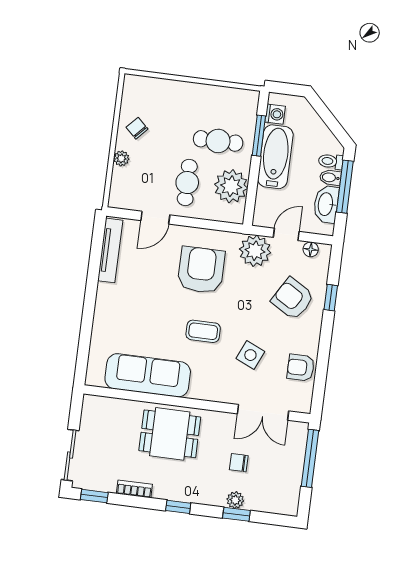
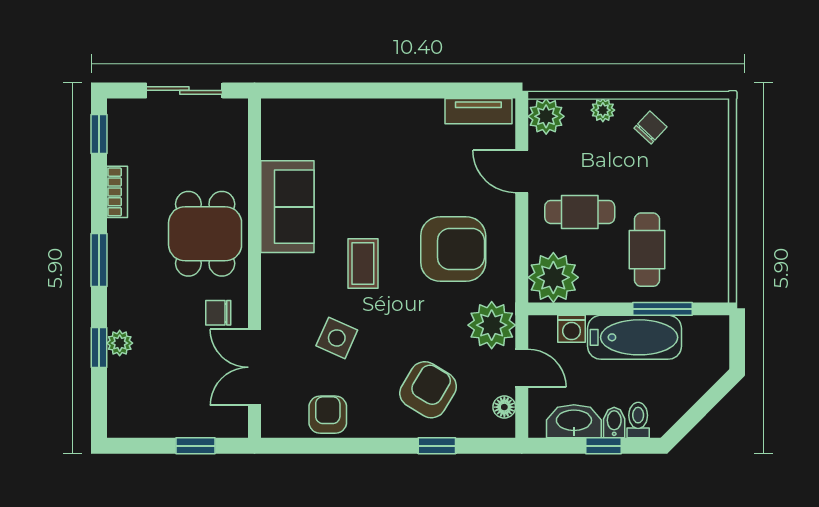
washing machine: (275, 114) -> (572, 329), moved
plant: (231, 186) -> (553, 277), moved
window: (345, 187) -> (604, 446), width x0.46
plant: (121, 197) -> (546, 116), added
tv unit: (110, 250) -> (478, 111), width x0.71
sofa: (148, 375) -> (287, 207), width x0.73
sliding door: (70, 455) -> (184, 90), moved
window: (310, 458) -> (195, 446), width x0.46
chair: (239, 463) -> (218, 313), moved, turned -90
window: (178, 507) -> (99, 260), width x1.50

